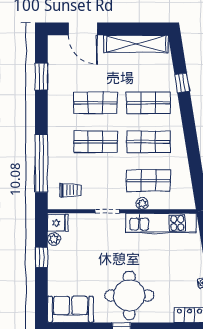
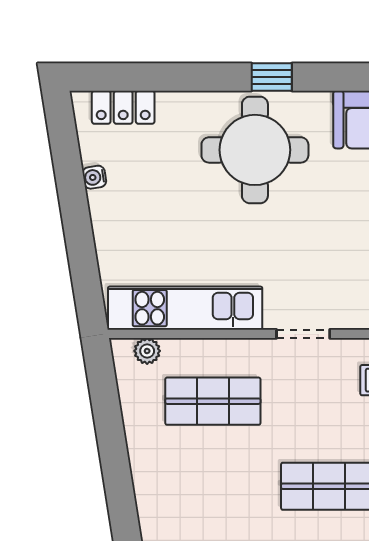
shop shelf: (148, 142) -> (213, 486), removed
plant: (142, 204) -> (147, 351), moved

